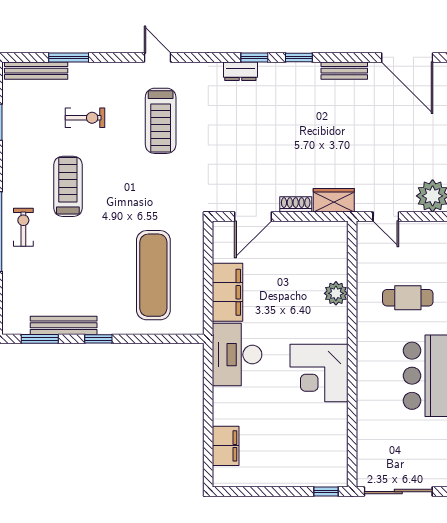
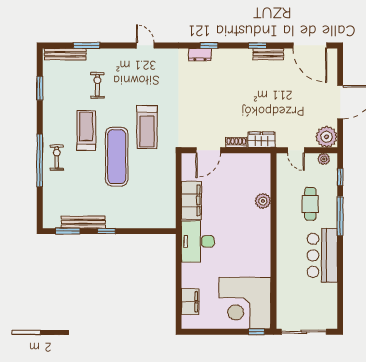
window: (299, 57) -> (258, 45), moved
exercise bike: (85, 118) -> (97, 85), turned -90
treadmill: (161, 121) -> (147, 127), moved
plant: (428, 229) -> (324, 159), added
exercise mat: (153, 275) -> (117, 157), moved
cafe table: (408, 298) -> (310, 204), turned 90
corner desk: (319, 373) -> (245, 303), moved, width x1.36, depth x1.36

